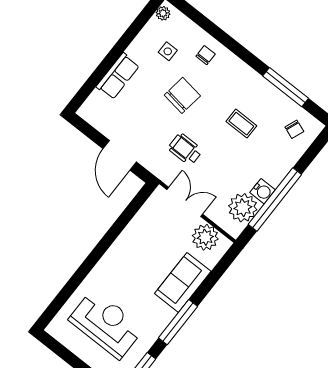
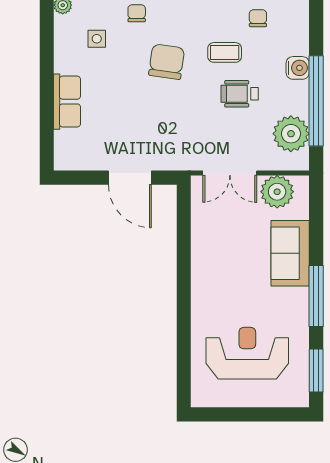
chair: (182, 95) -> (167, 62), moved
chair: (294, 129) -> (258, 18), moved, turned -111
wheelchair: (185, 149) -> (240, 94), moved
water cooler: (263, 191) -> (298, 68), moved
double door: (185, 202) -> (230, 173), swing flipped

